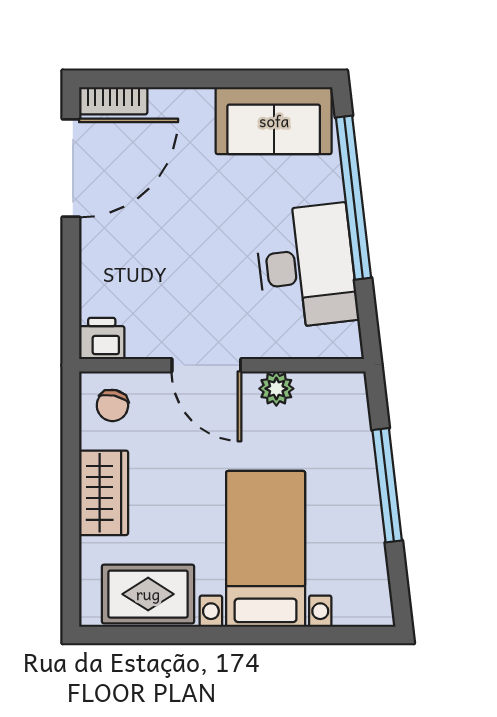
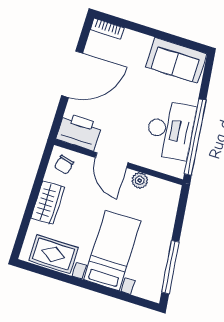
door: (71, 168) -> (72, 74), moved
window: (353, 198) -> (195, 137), moved
printer: (102, 338) -> (79, 132), width x1.87, depth x1.48
window: (387, 485) -> (170, 267), moved

